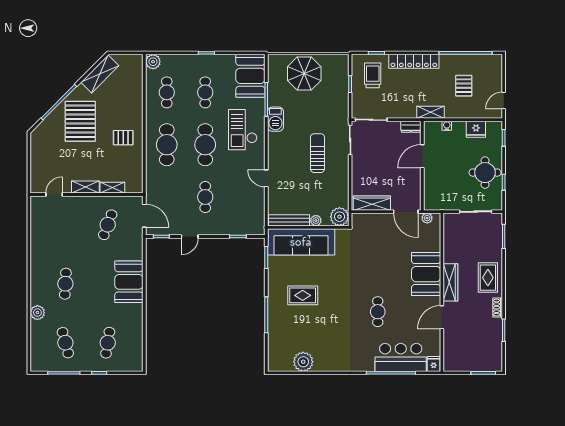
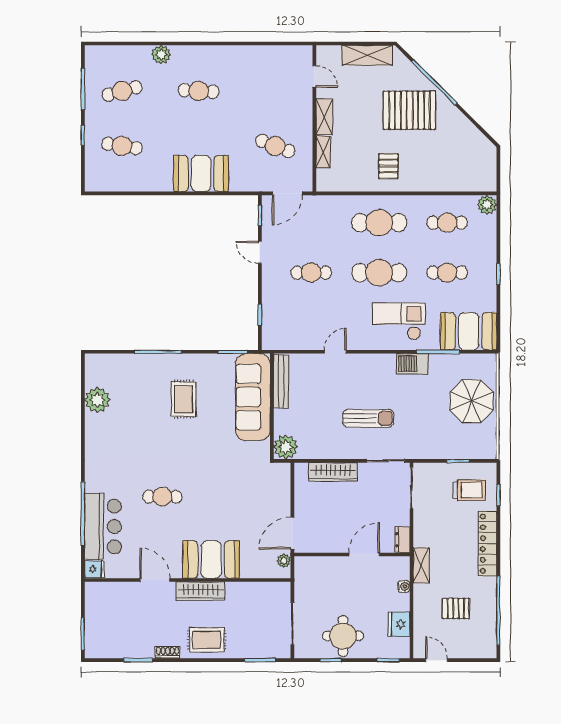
shelving: (100, 74) -> (367, 55), moved, turned -45
door: (422, 156) -> (364, 554), hinge flipped
wardrobe: (372, 203) -> (333, 472), moved, turned 90
plant: (316, 221) -> (281, 416), removed

